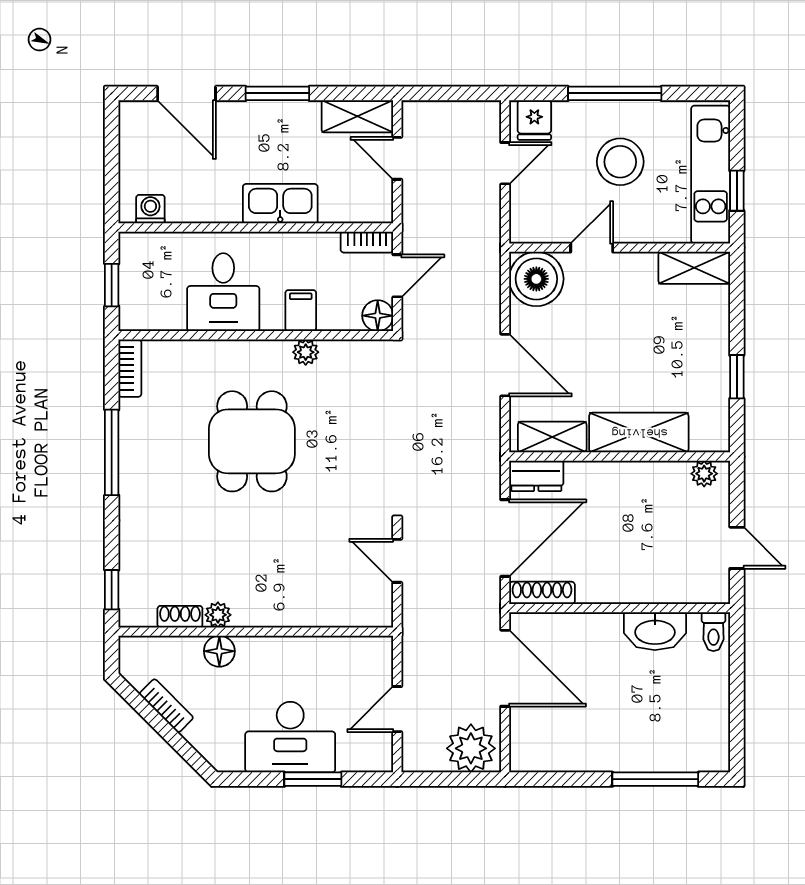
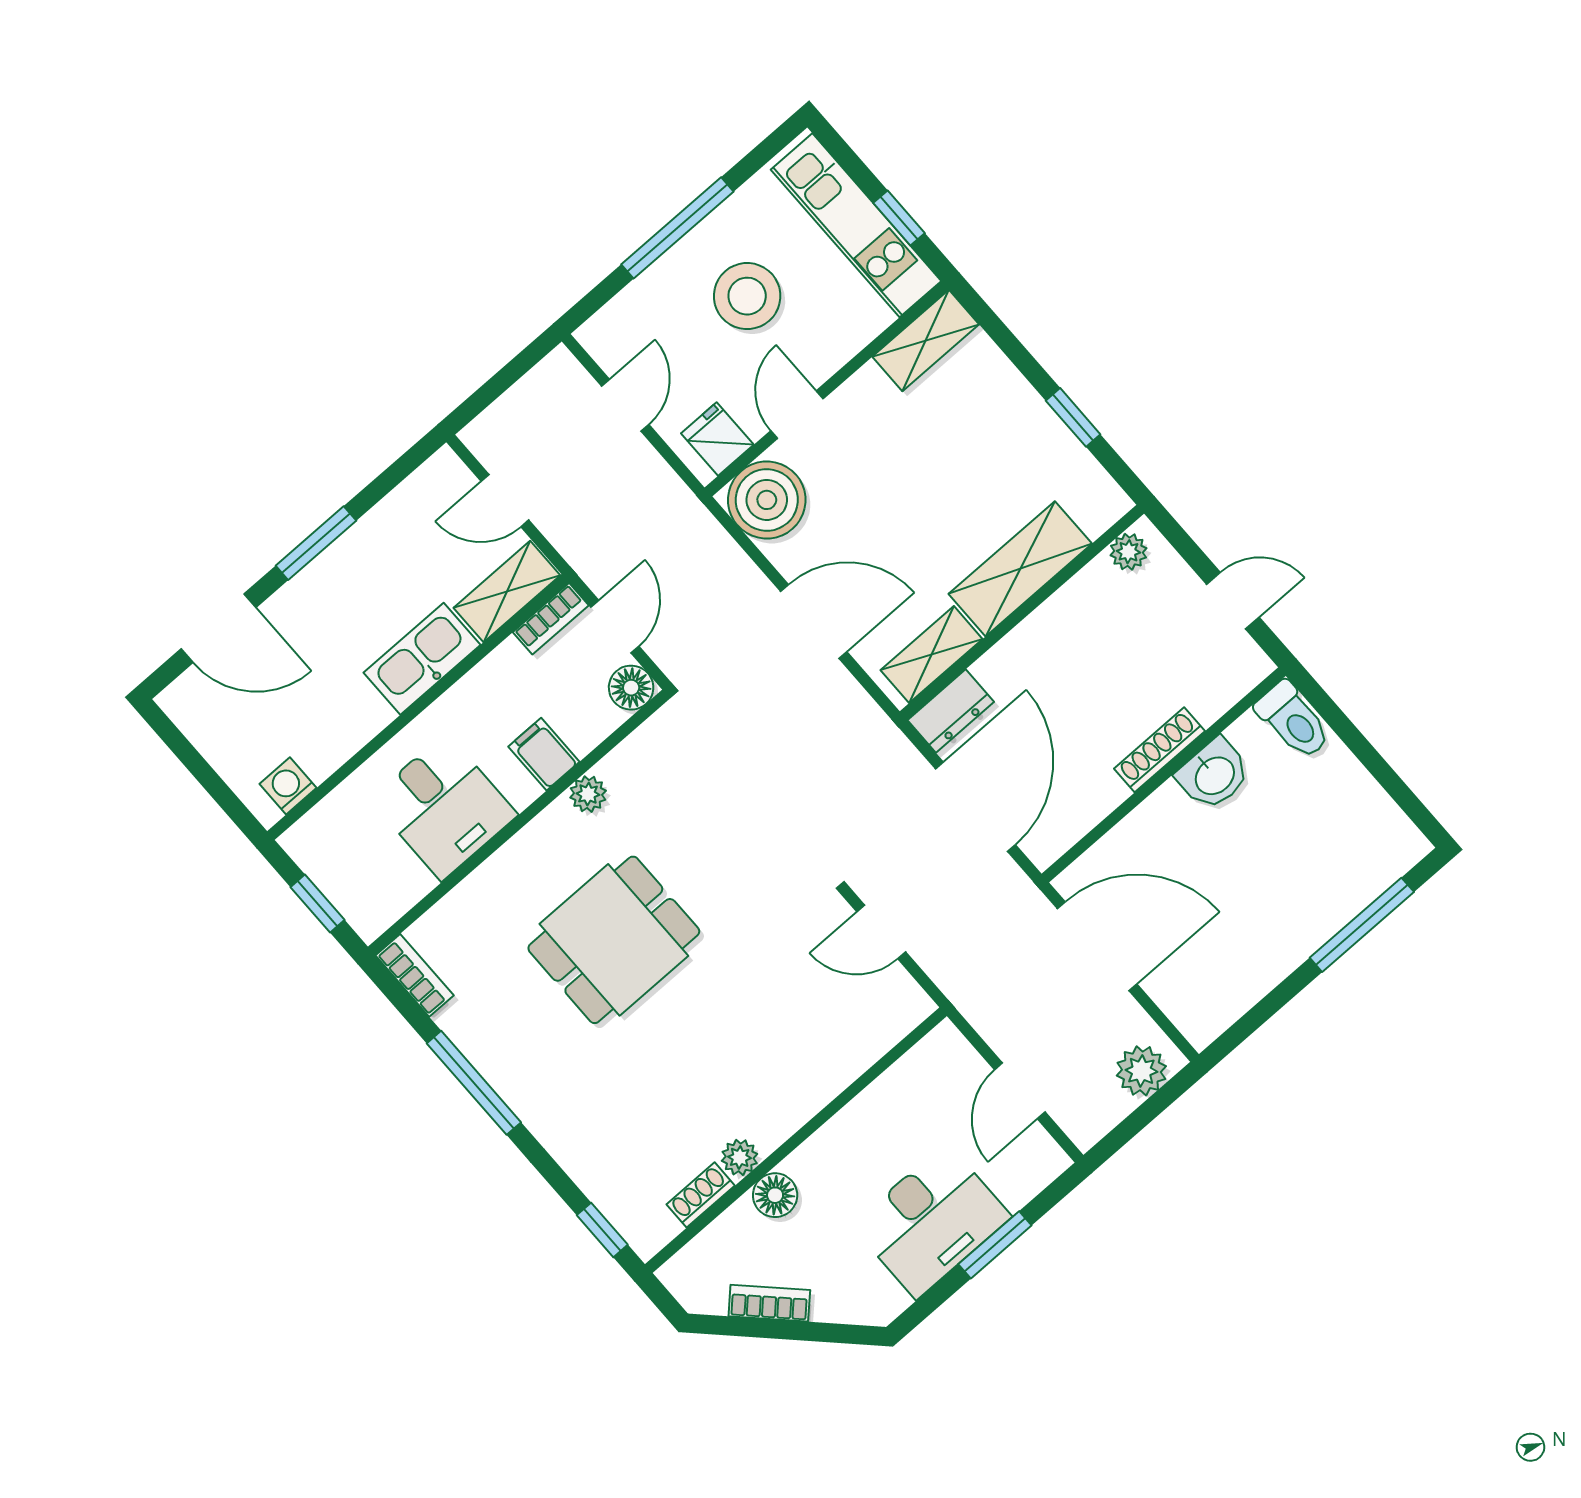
shelving: (357, 116) -> (507, 592), moved
fridge: (534, 120) -> (717, 439), moved, turned 180
dining table: (252, 441) -> (614, 940), turned 90
shoe rack: (542, 593) -> (1159, 750), moved
washbasin: (655, 631) -> (1214, 775), width x0.72
toilet: (713, 632) -> (1293, 720), width x1.37, depth x1.39
plant: (471, 748) -> (1141, 1071), width x0.73, depth x0.73

